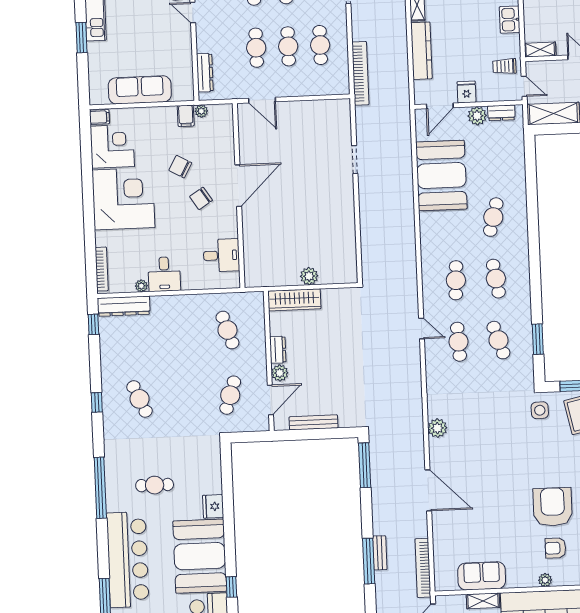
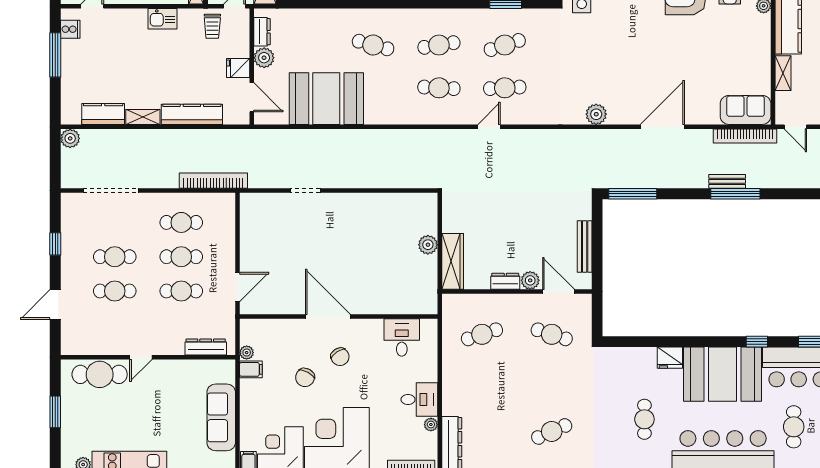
sofa: (482, 576) -> (746, 110), moved, turned 90

